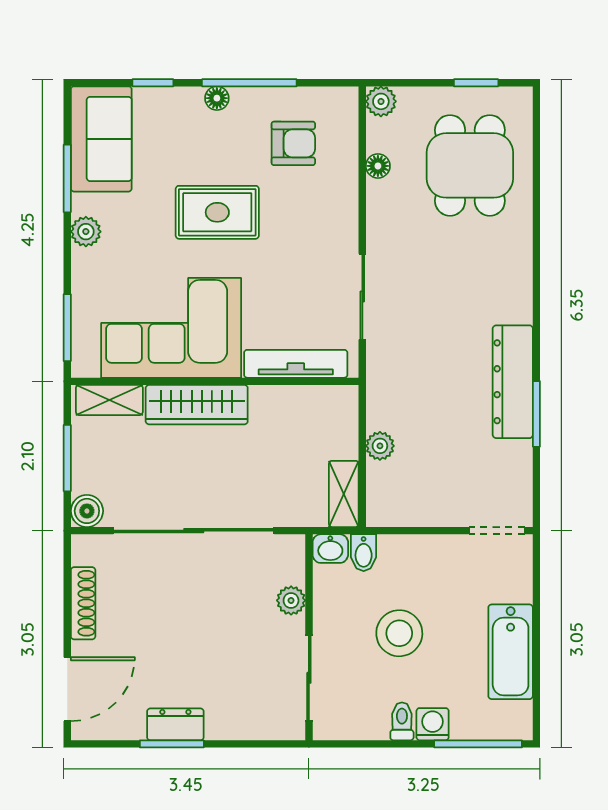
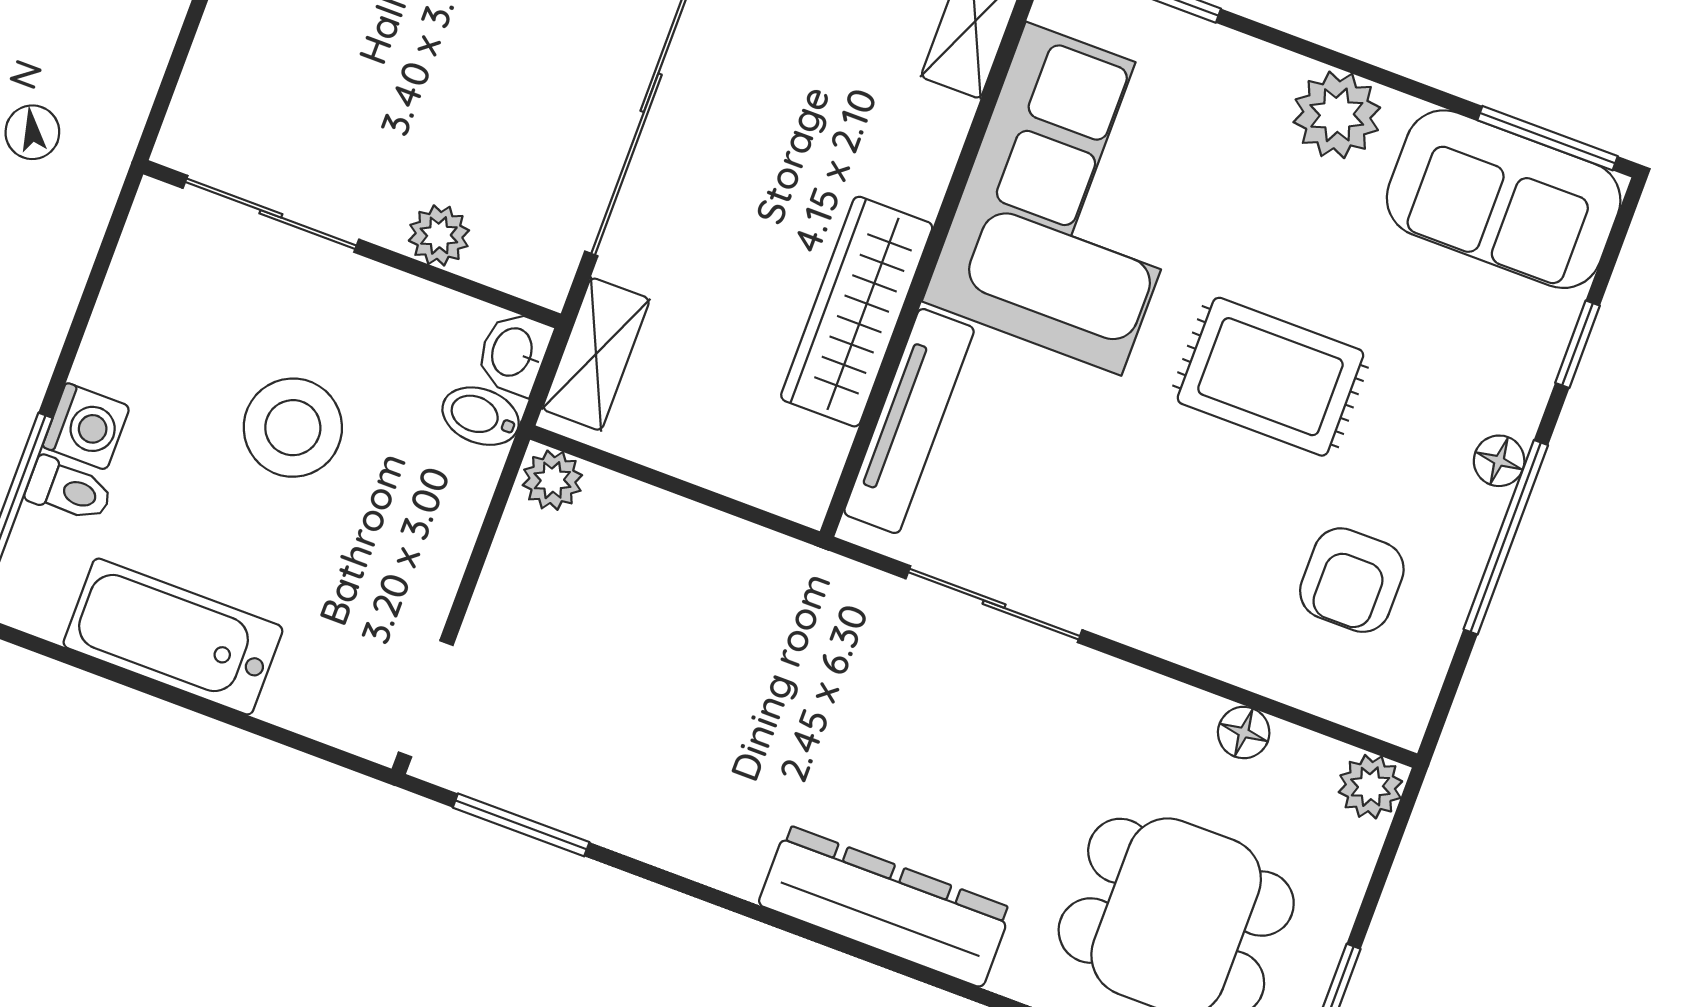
window: (67, 178) -> (1548, 138), moved
rug: (217, 212) -> (1270, 377), turned 90
plant: (86, 232) -> (1337, 115), width x1.38, depth x1.38
dresser: (513, 382) -> (885, 906), moved
wardrobe: (197, 405) -> (857, 312), moved
window: (536, 414) -> (521, 825), moved
plant: (380, 446) -> (552, 480), moved
shelving: (344, 494) -> (596, 354), moved, turned 90
toilet: (402, 721) -> (69, 490), moved

